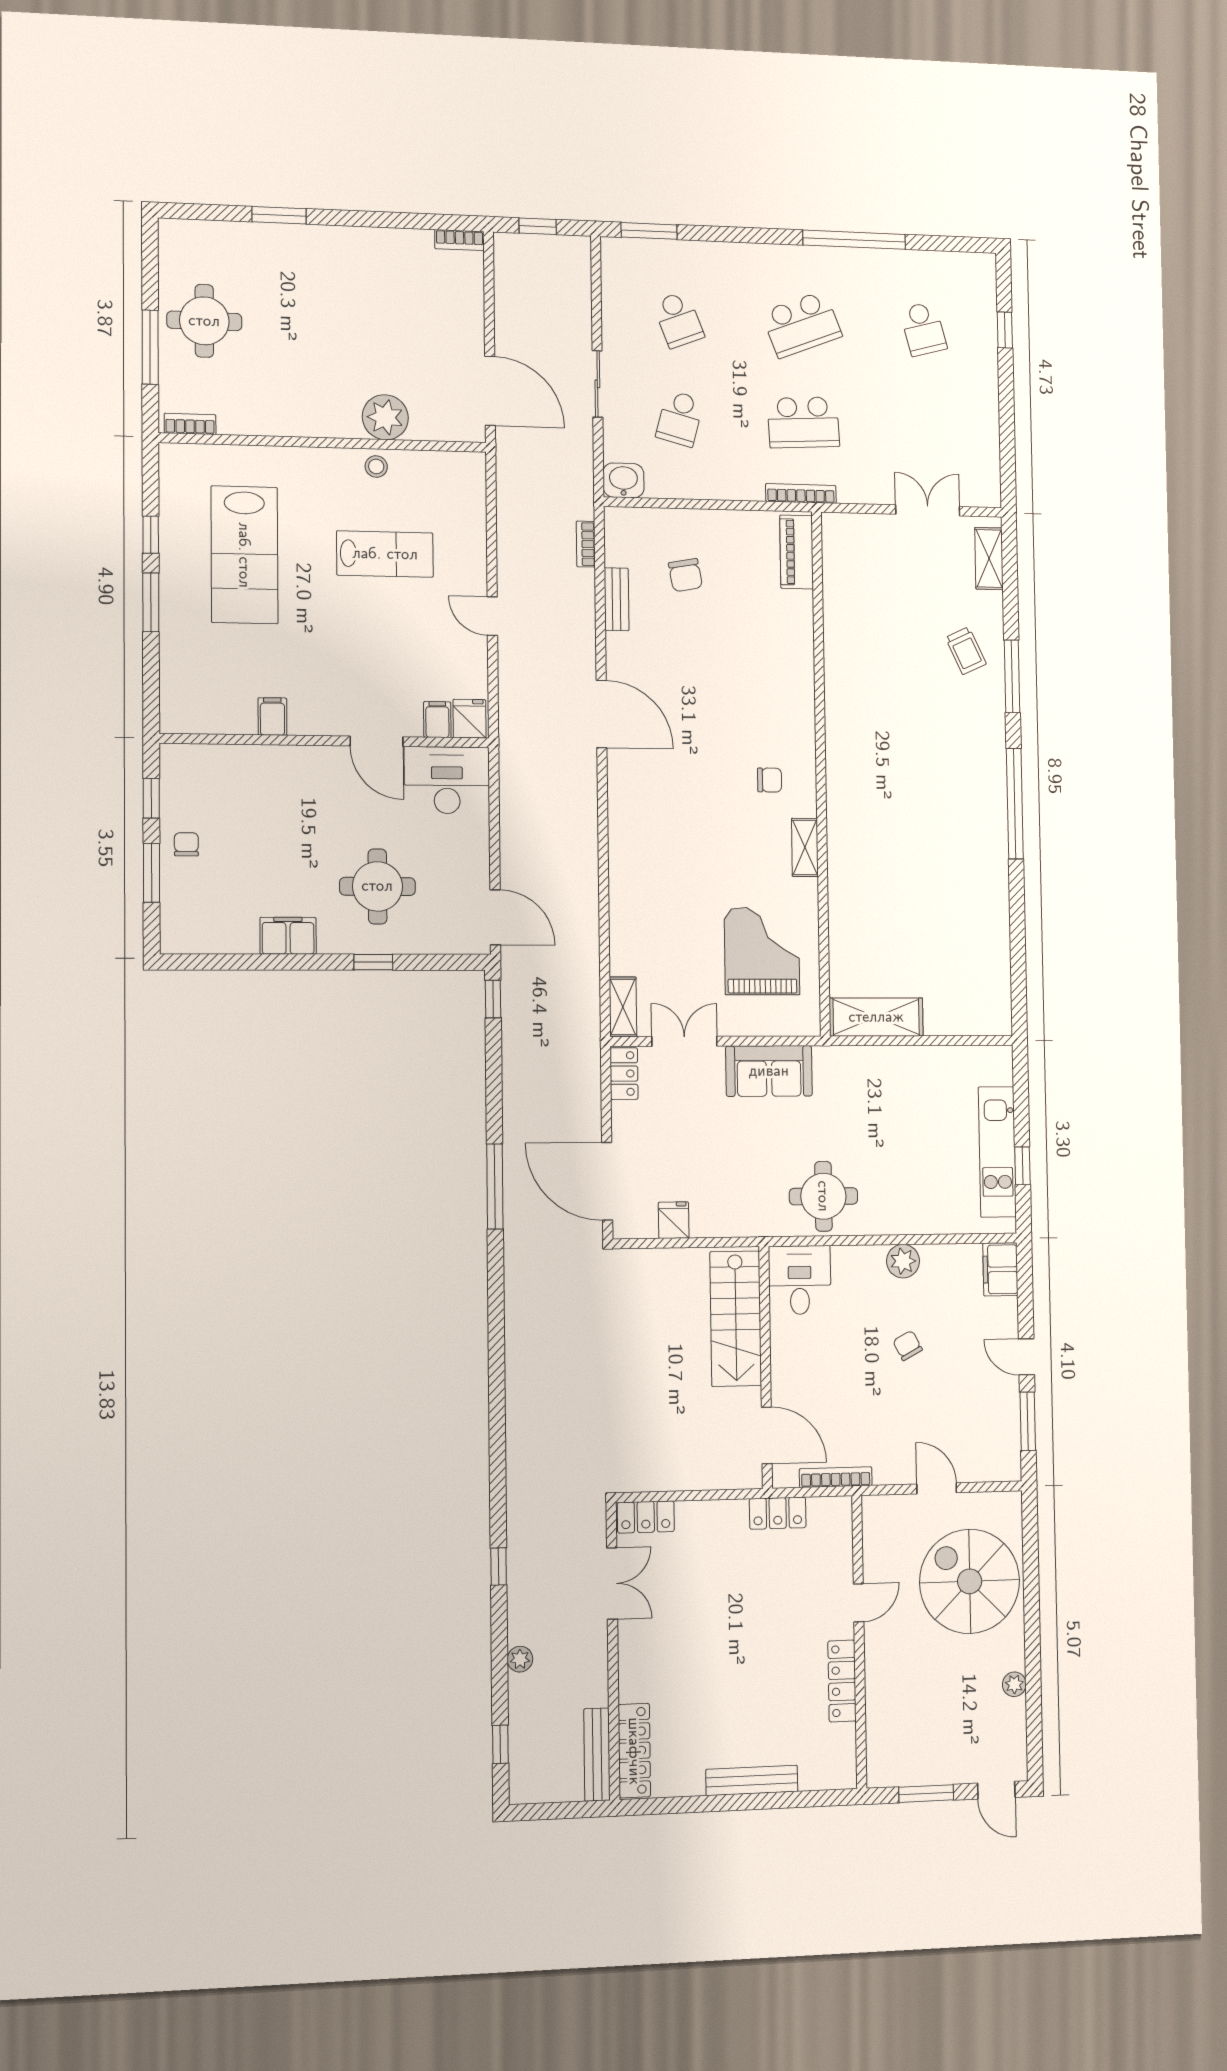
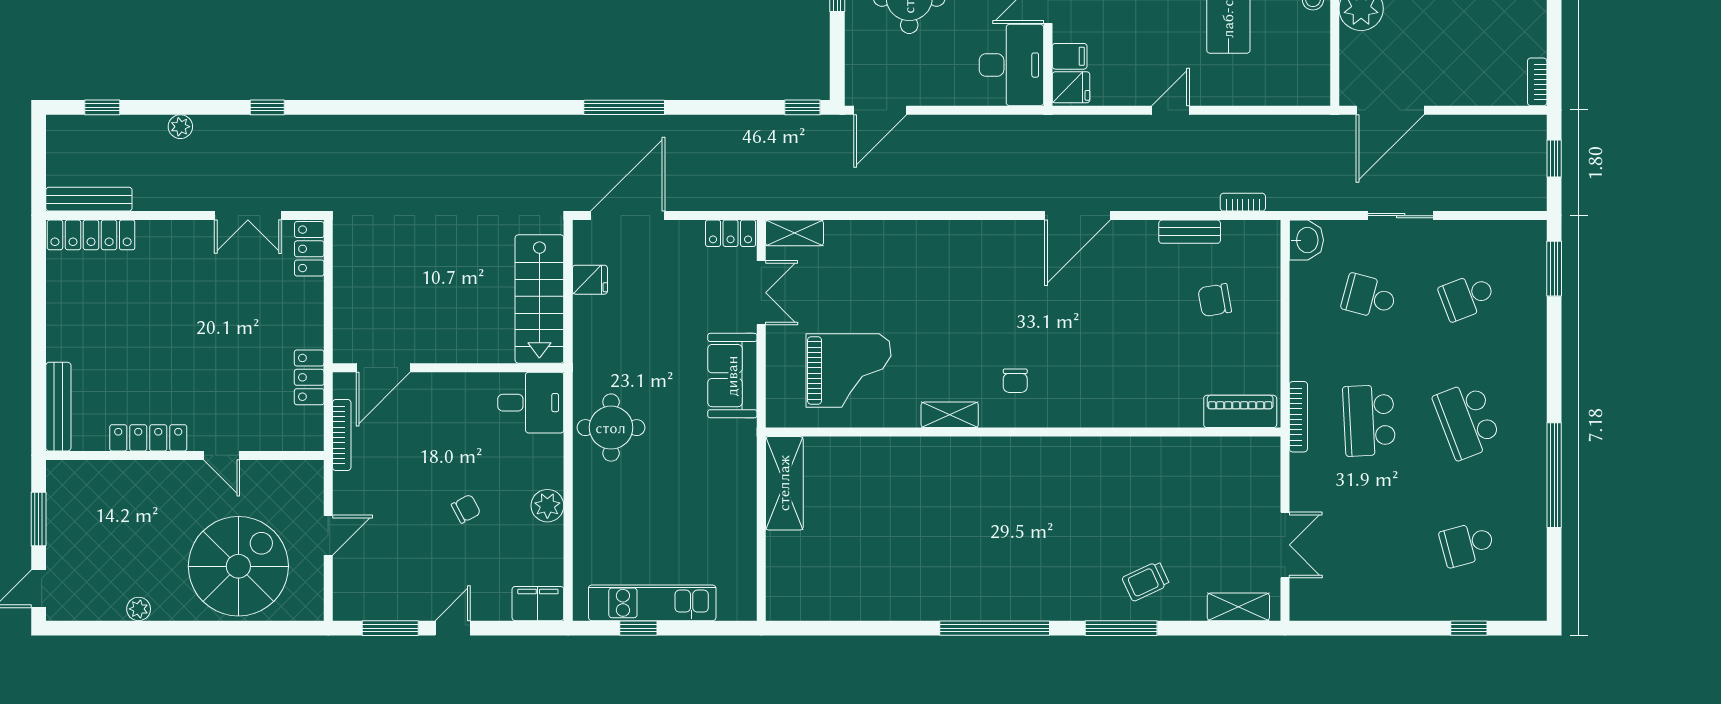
stairs: (736, 1319) -> (539, 299), moved, turned -90
bench: (752, 1780) -> (58, 407), moved

